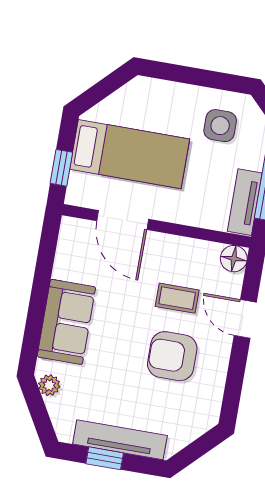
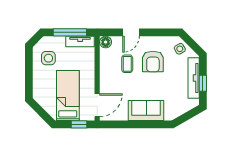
door: (123, 220) -> (97, 105), moved
plant: (49, 385) -> (175, 113), removed
side table: (190, 421) -> (180, 49), added

